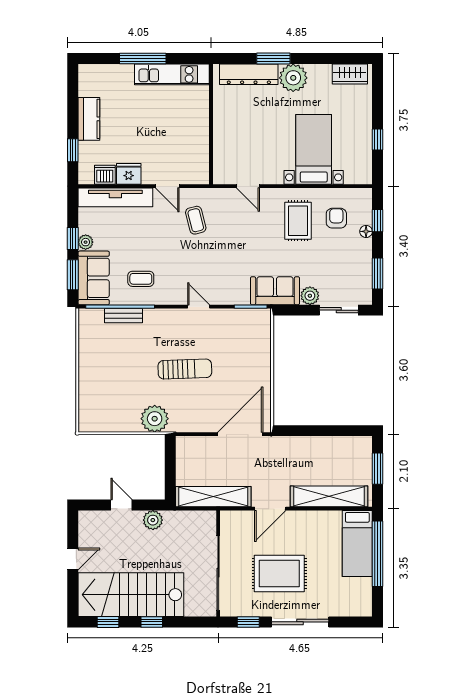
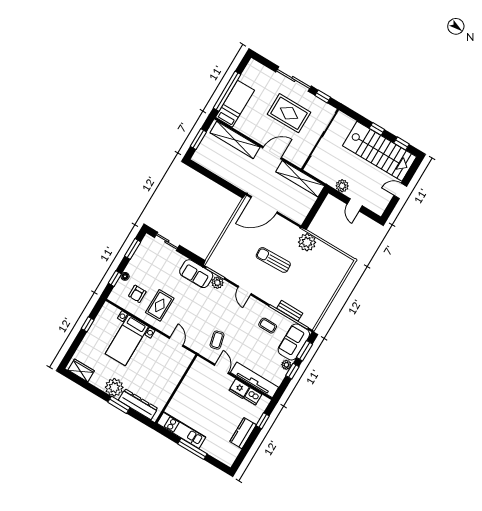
plant: (310, 296) -> (217, 283), moved

